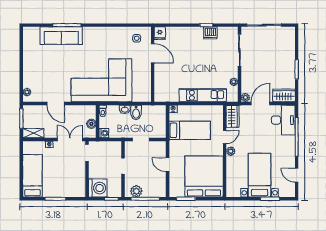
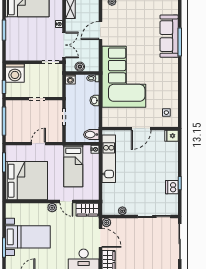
door: (153, 53) -> (141, 129), moved
kitchen unit: (203, 95) -> (109, 159), moved
bidet: (136, 113) -> (91, 135), moved
plant: (136, 191) -> (12, 112), removed

